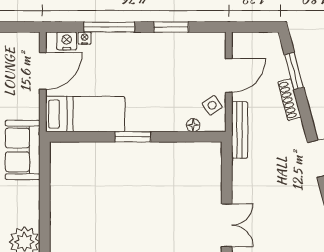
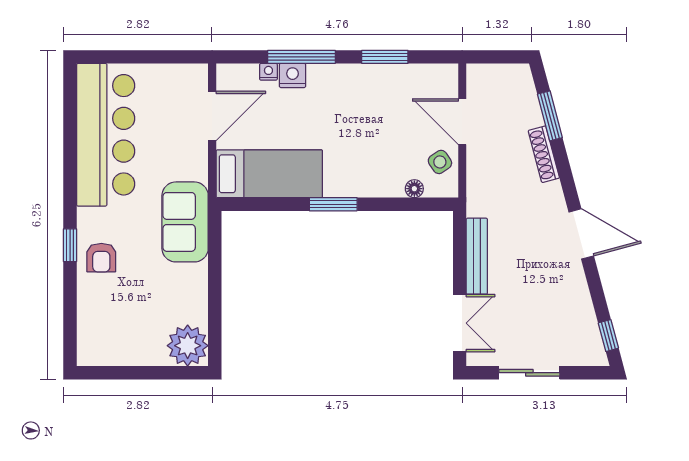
nightstand: (67, 41) -> (293, 75), moved
door: (229, 75) -> (462, 122), swing flipped
bench: (240, 130) -> (477, 256), moved

